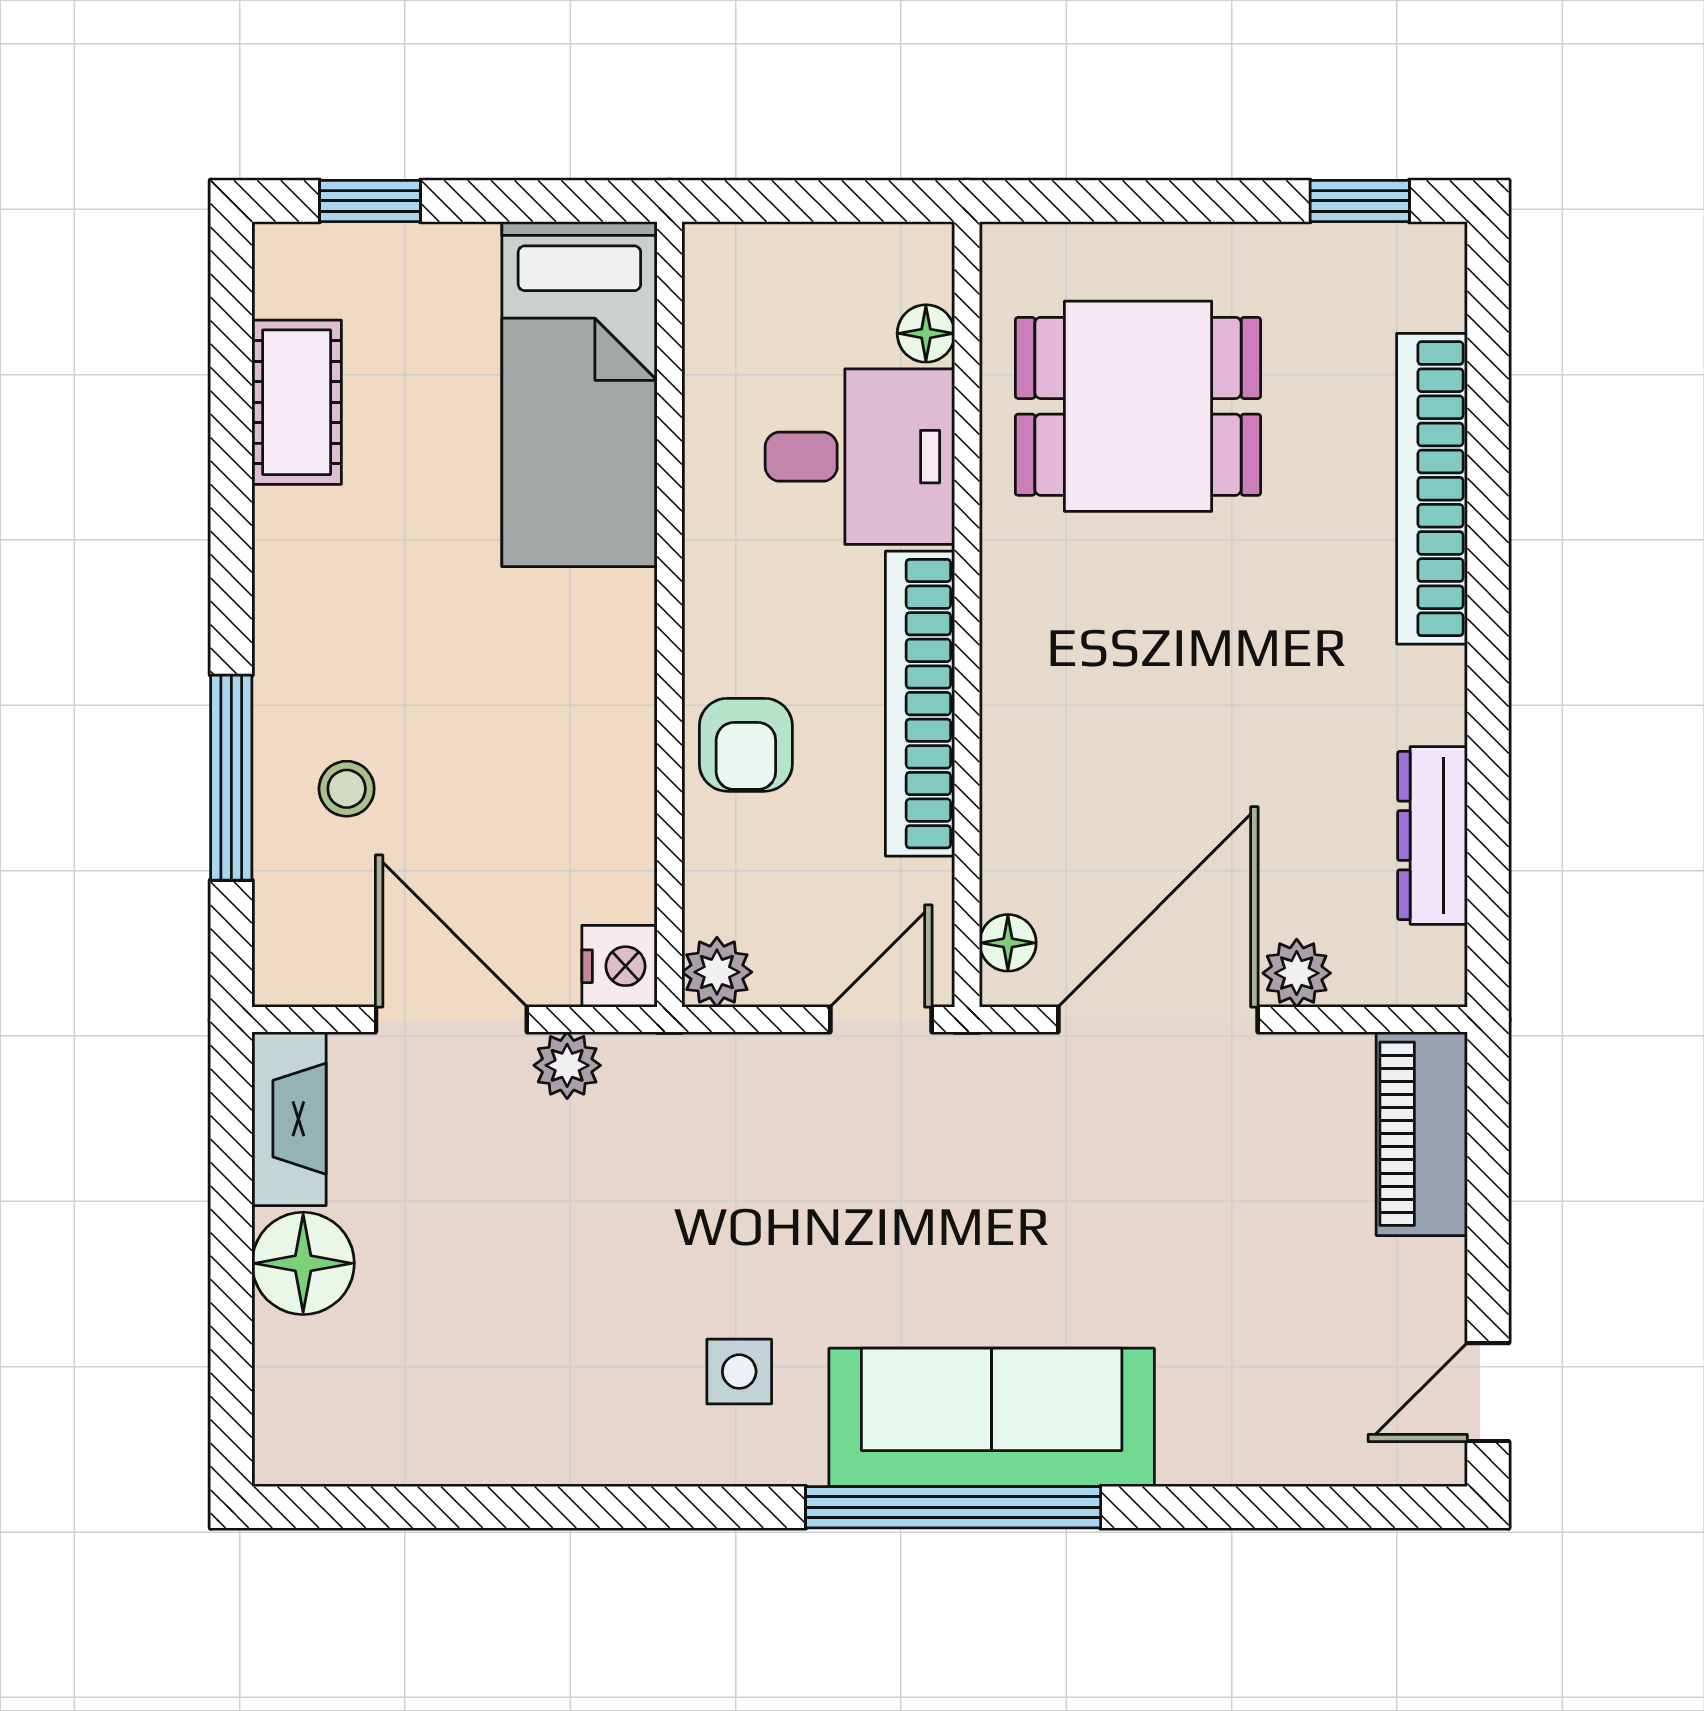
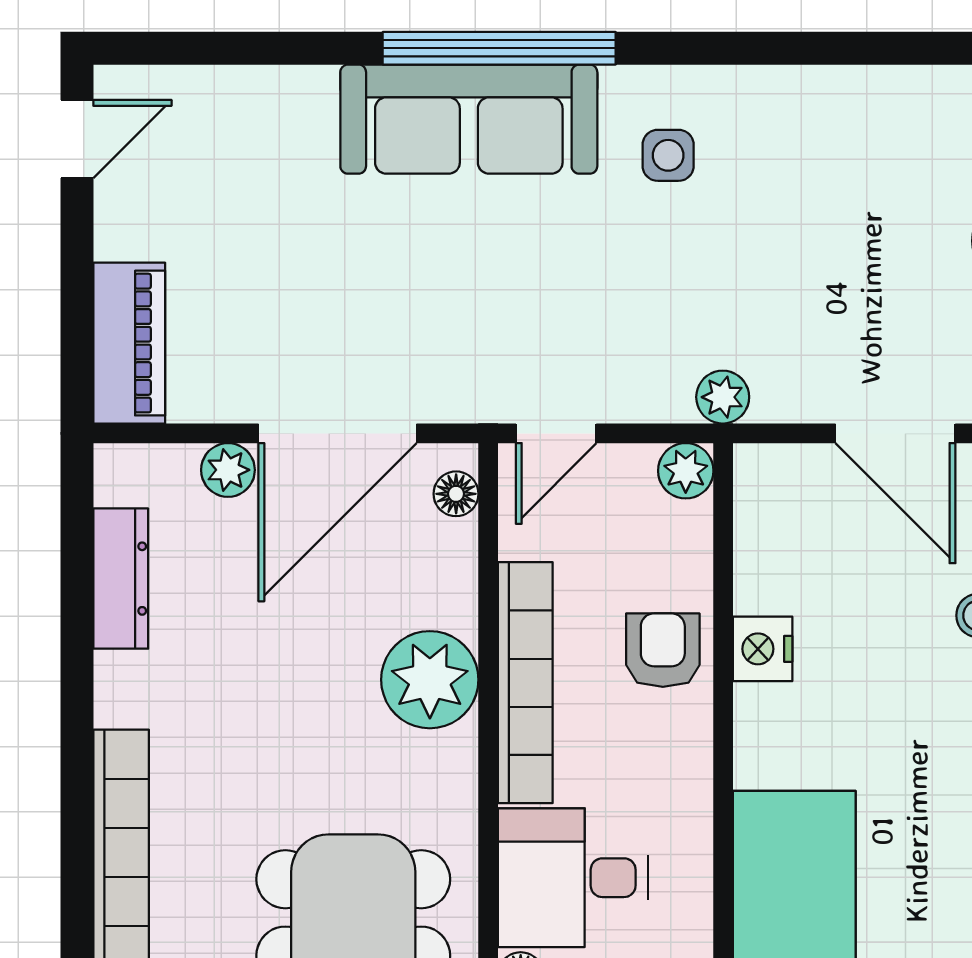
plant: (1041, 707) -> (430, 680), added
nightstand: (619, 966) -> (763, 649), moved
plant: (567, 1065) -> (723, 397), moved

